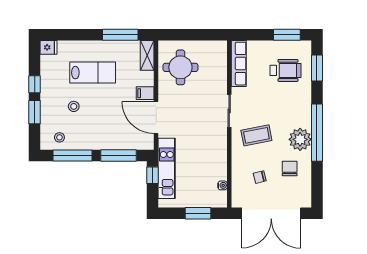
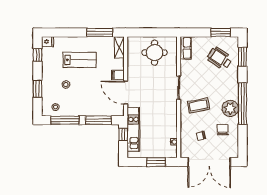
row of seats: (239, 64) -> (186, 48), width x0.68
round table: (180, 67) -> (154, 53), moved
wheelchair: (286, 70) -> (220, 58), turned -147
window: (35, 84) -> (37, 55), moved

